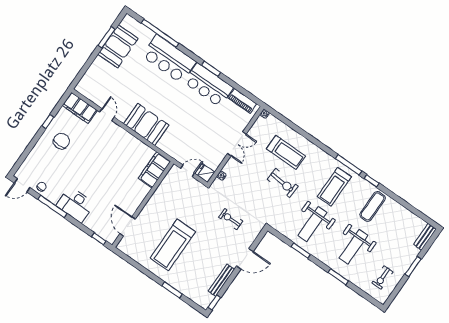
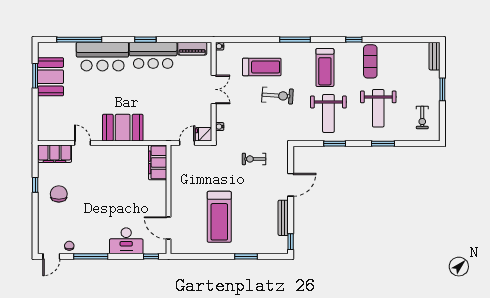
window: (349, 165) -> (295, 40), moved
desk: (75, 205) -> (126, 241), moved

